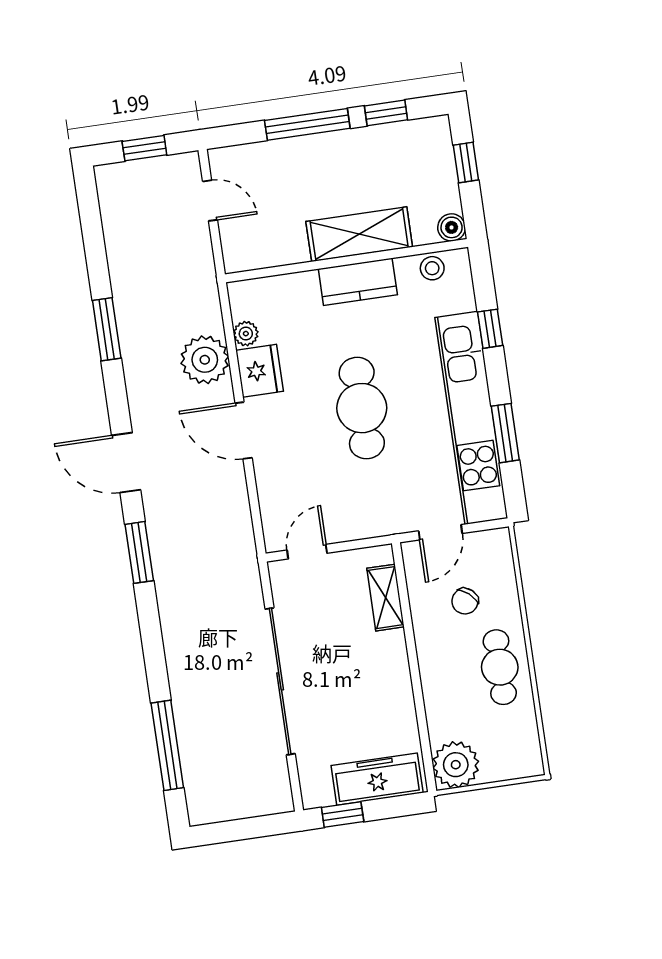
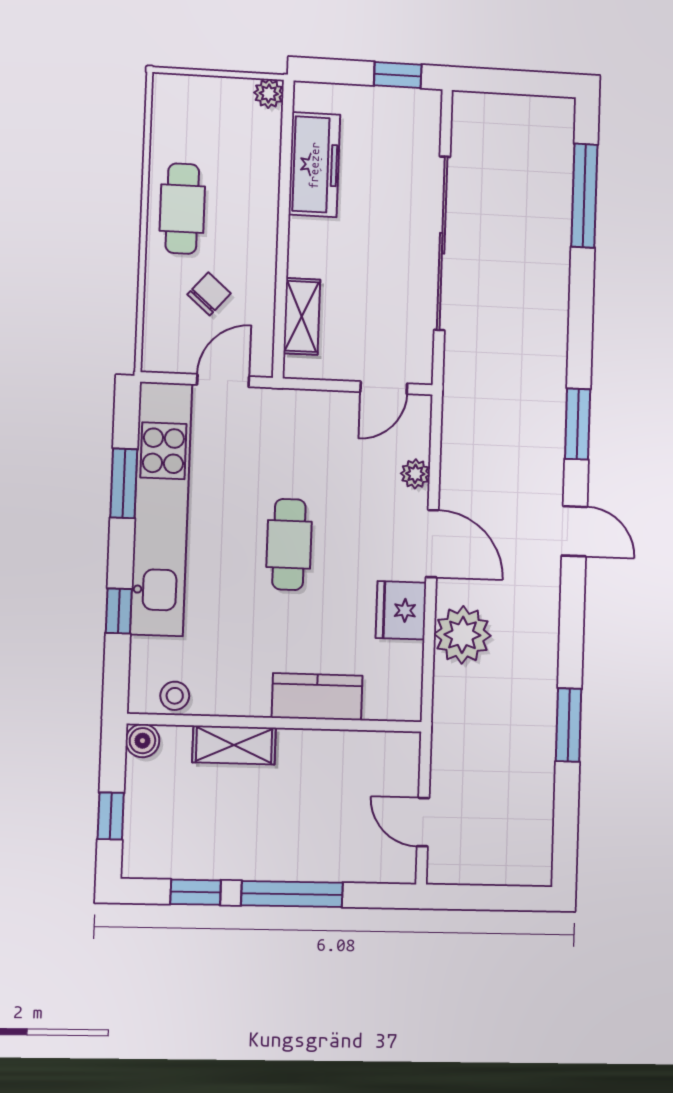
window: (144, 148) -> (489, 898), removed
shelving: (359, 234) -> (234, 745), width x0.67, depth x0.75
kitchen counter: (358, 282) -> (317, 697), moved
window: (107, 329) -> (569, 725), moved
plant: (246, 334) -> (415, 474), moved
cafe table: (362, 408) -> (289, 544), width x0.73, depth x0.74
door: (126, 463) -> (574, 531), width x0.73
plant: (456, 765) -> (269, 93), width x0.53, depth x0.53
freezer: (377, 779) -> (314, 165), moved, turned -90

